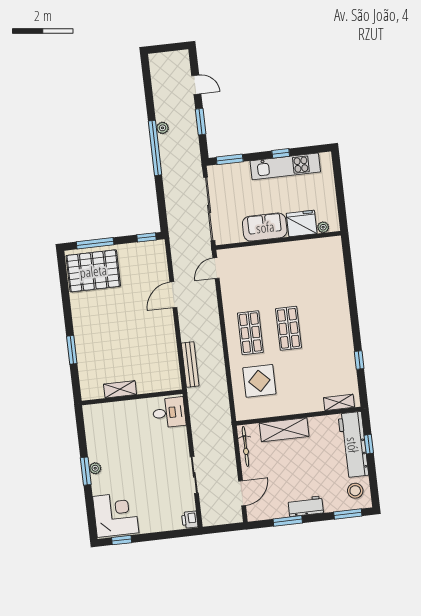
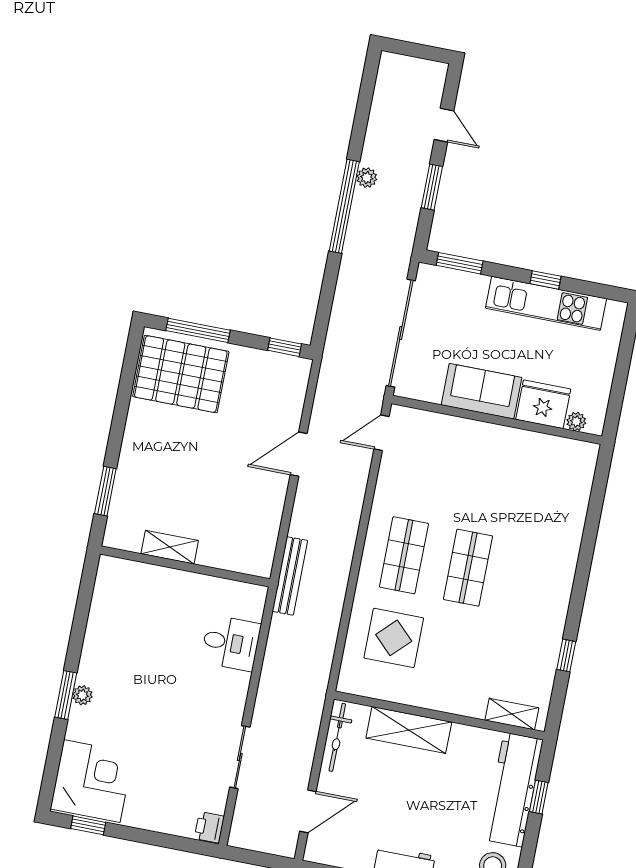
shelving: (120, 389) -> (170, 547), moved
wall: (132, 397) -> (185, 566), moved

